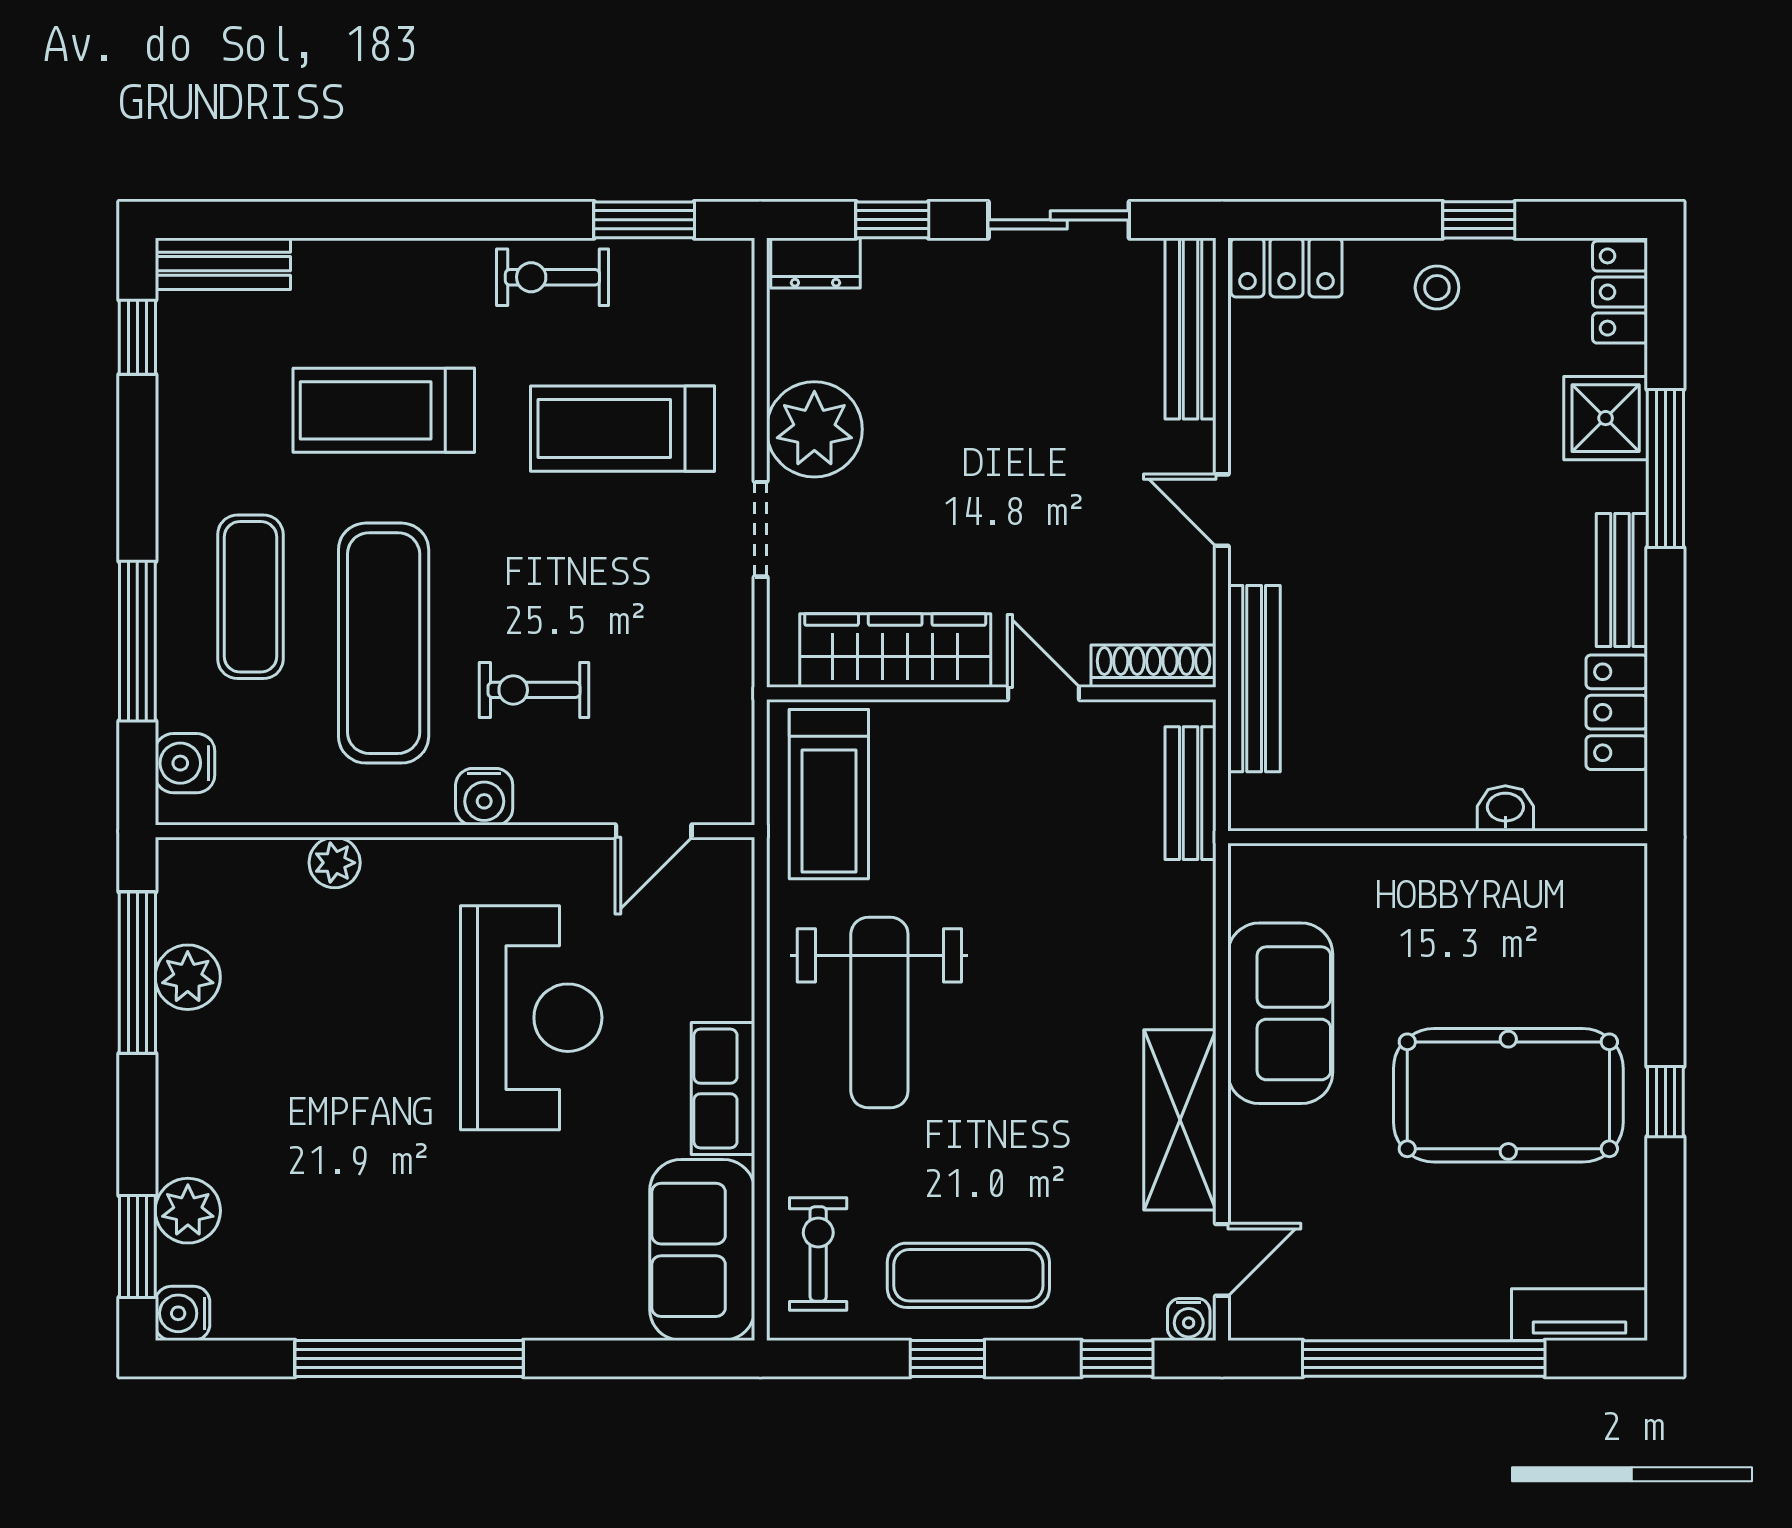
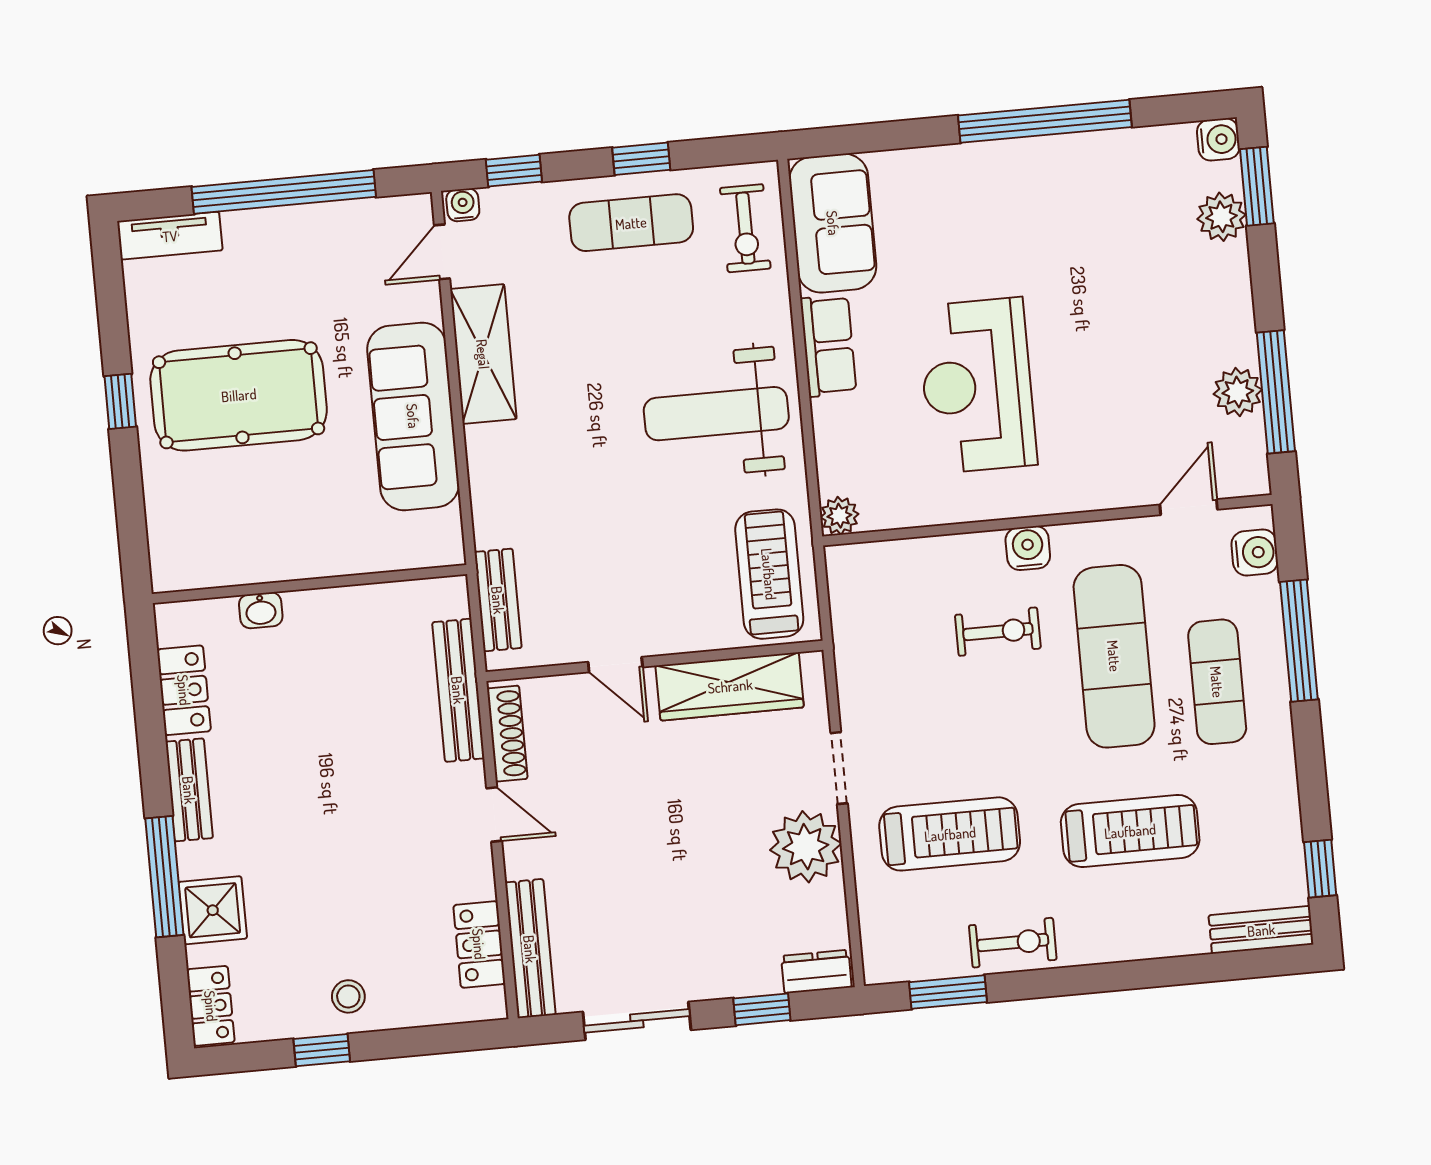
locker: (1286, 267) -> (479, 944), moved, turned -90
shoe rack: (1154, 666) -> (507, 734), moved, turned -90
door: (654, 831) -> (1189, 507), moved
plant: (335, 863) -> (839, 516), moved
weight bench: (879, 1013) -> (716, 414), turned -90
sofa: (1280, 1013) -> (413, 416), width x1.36

